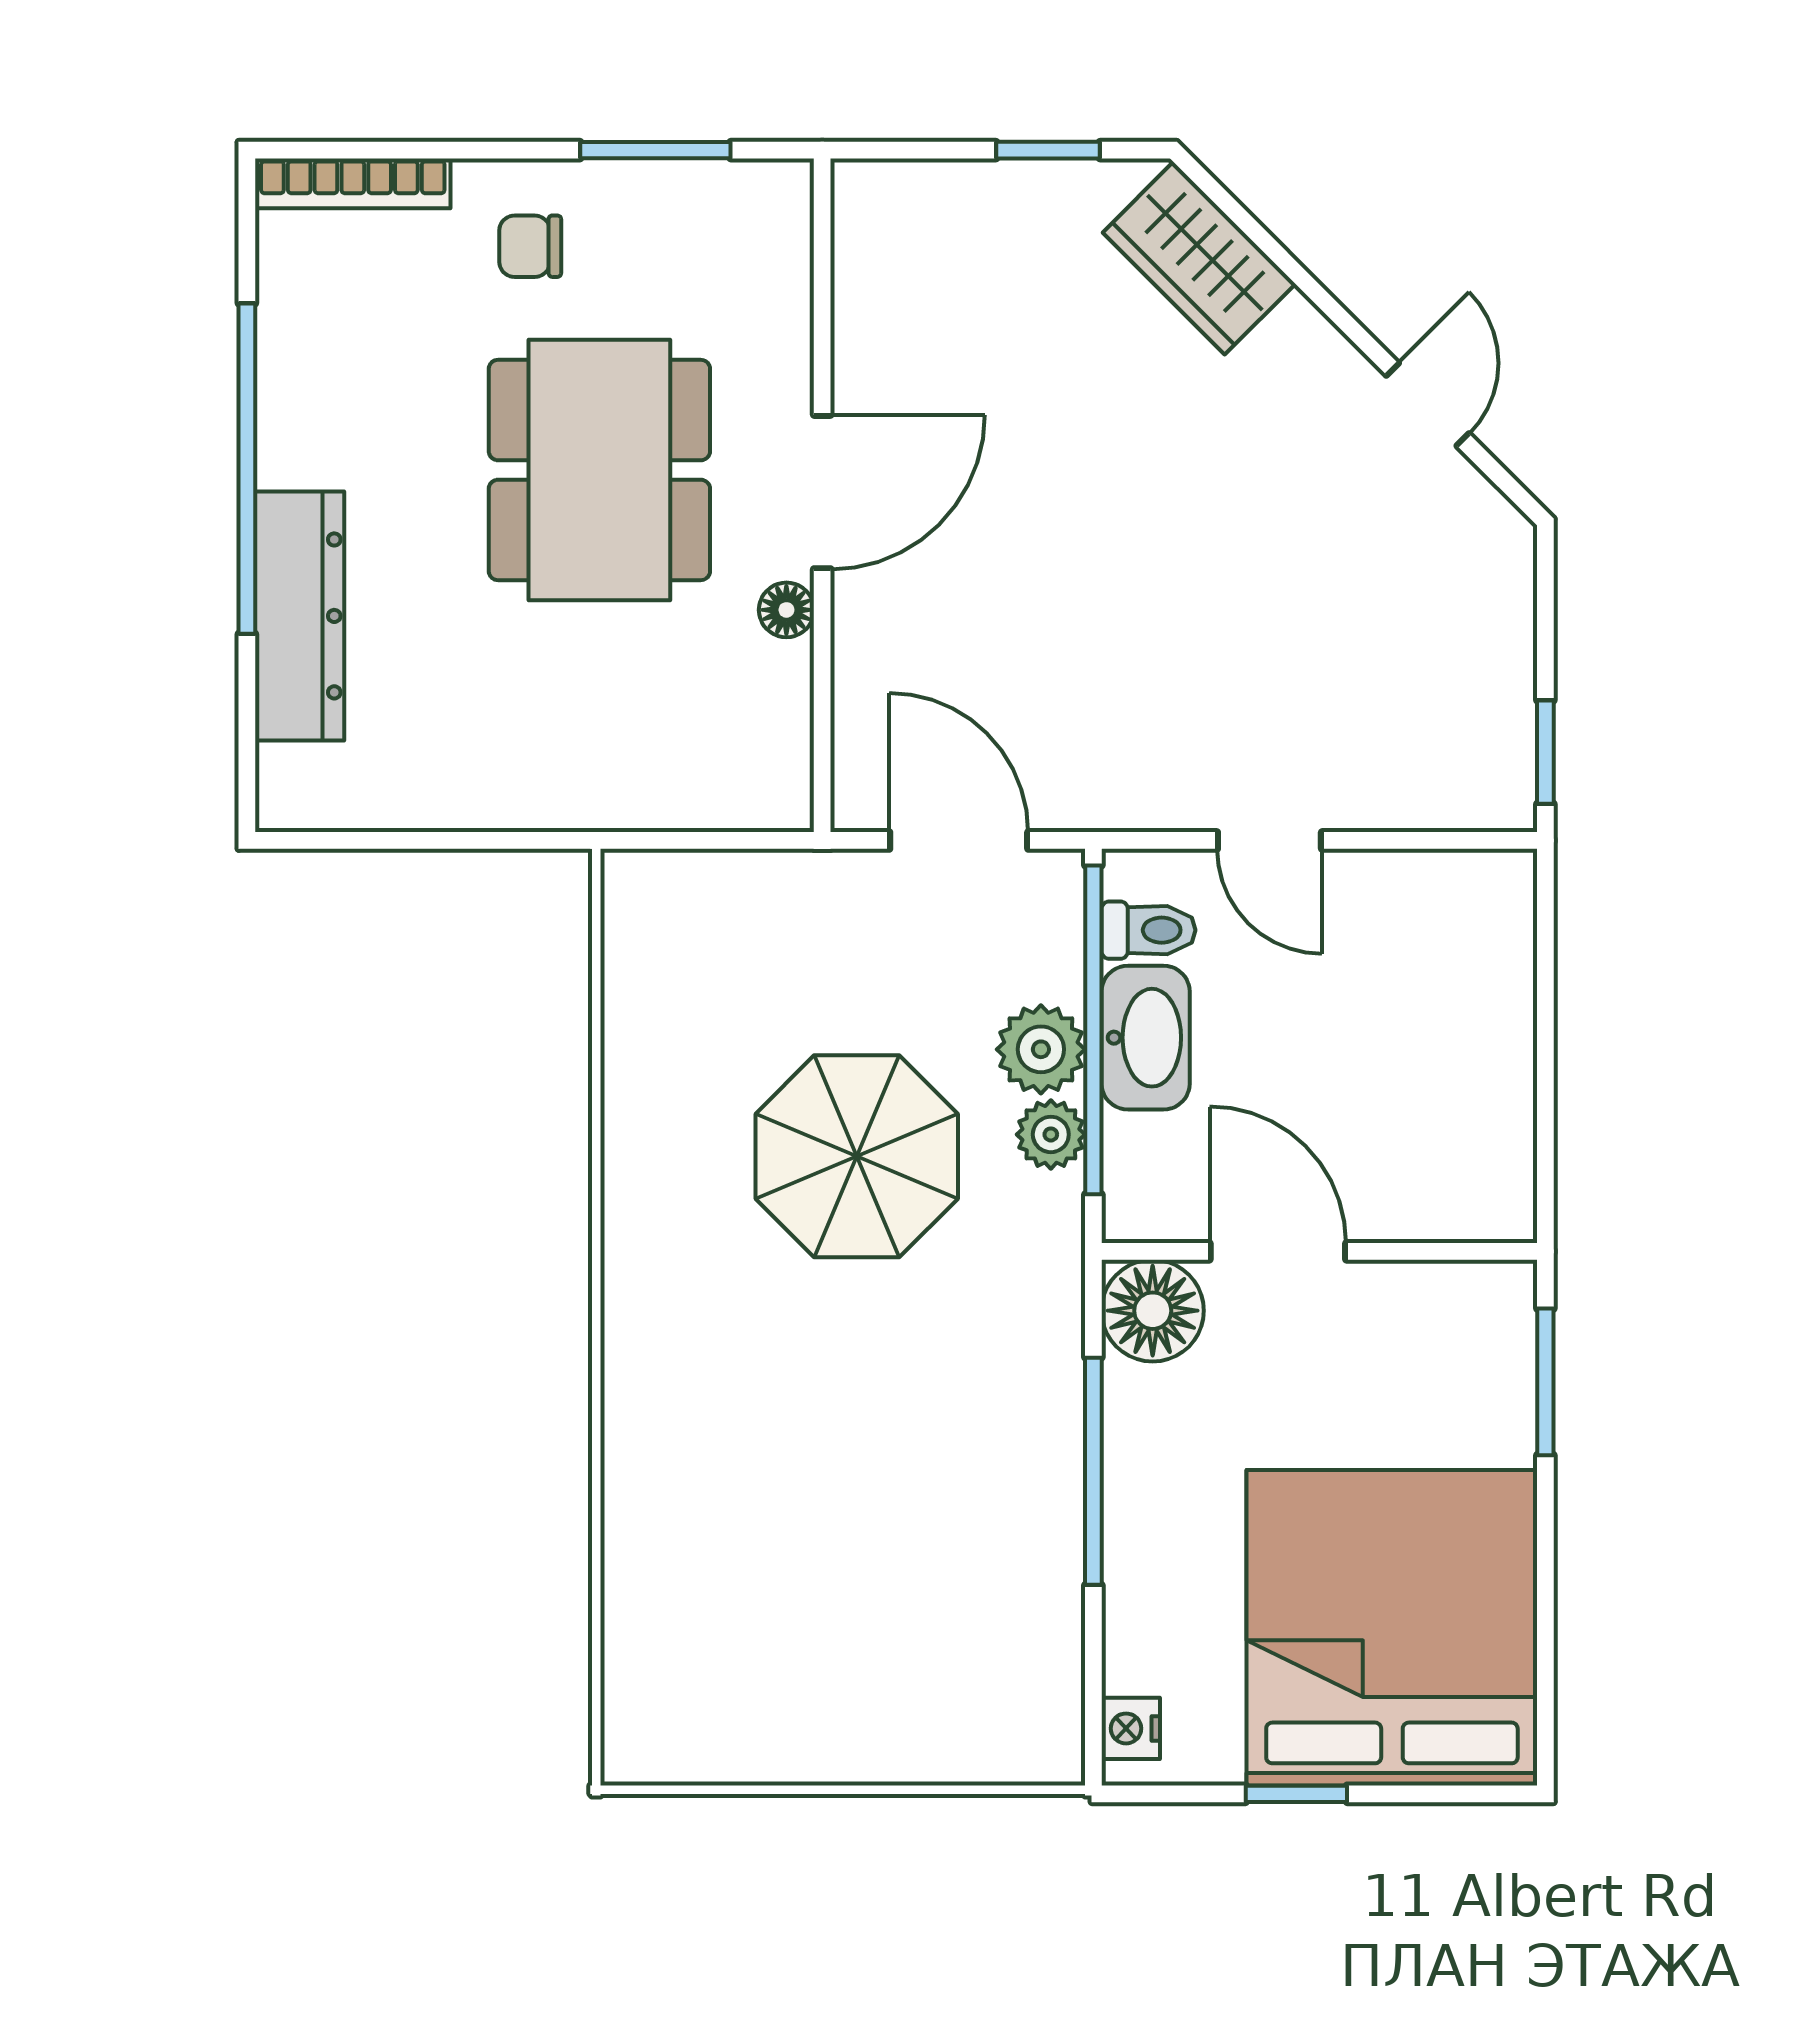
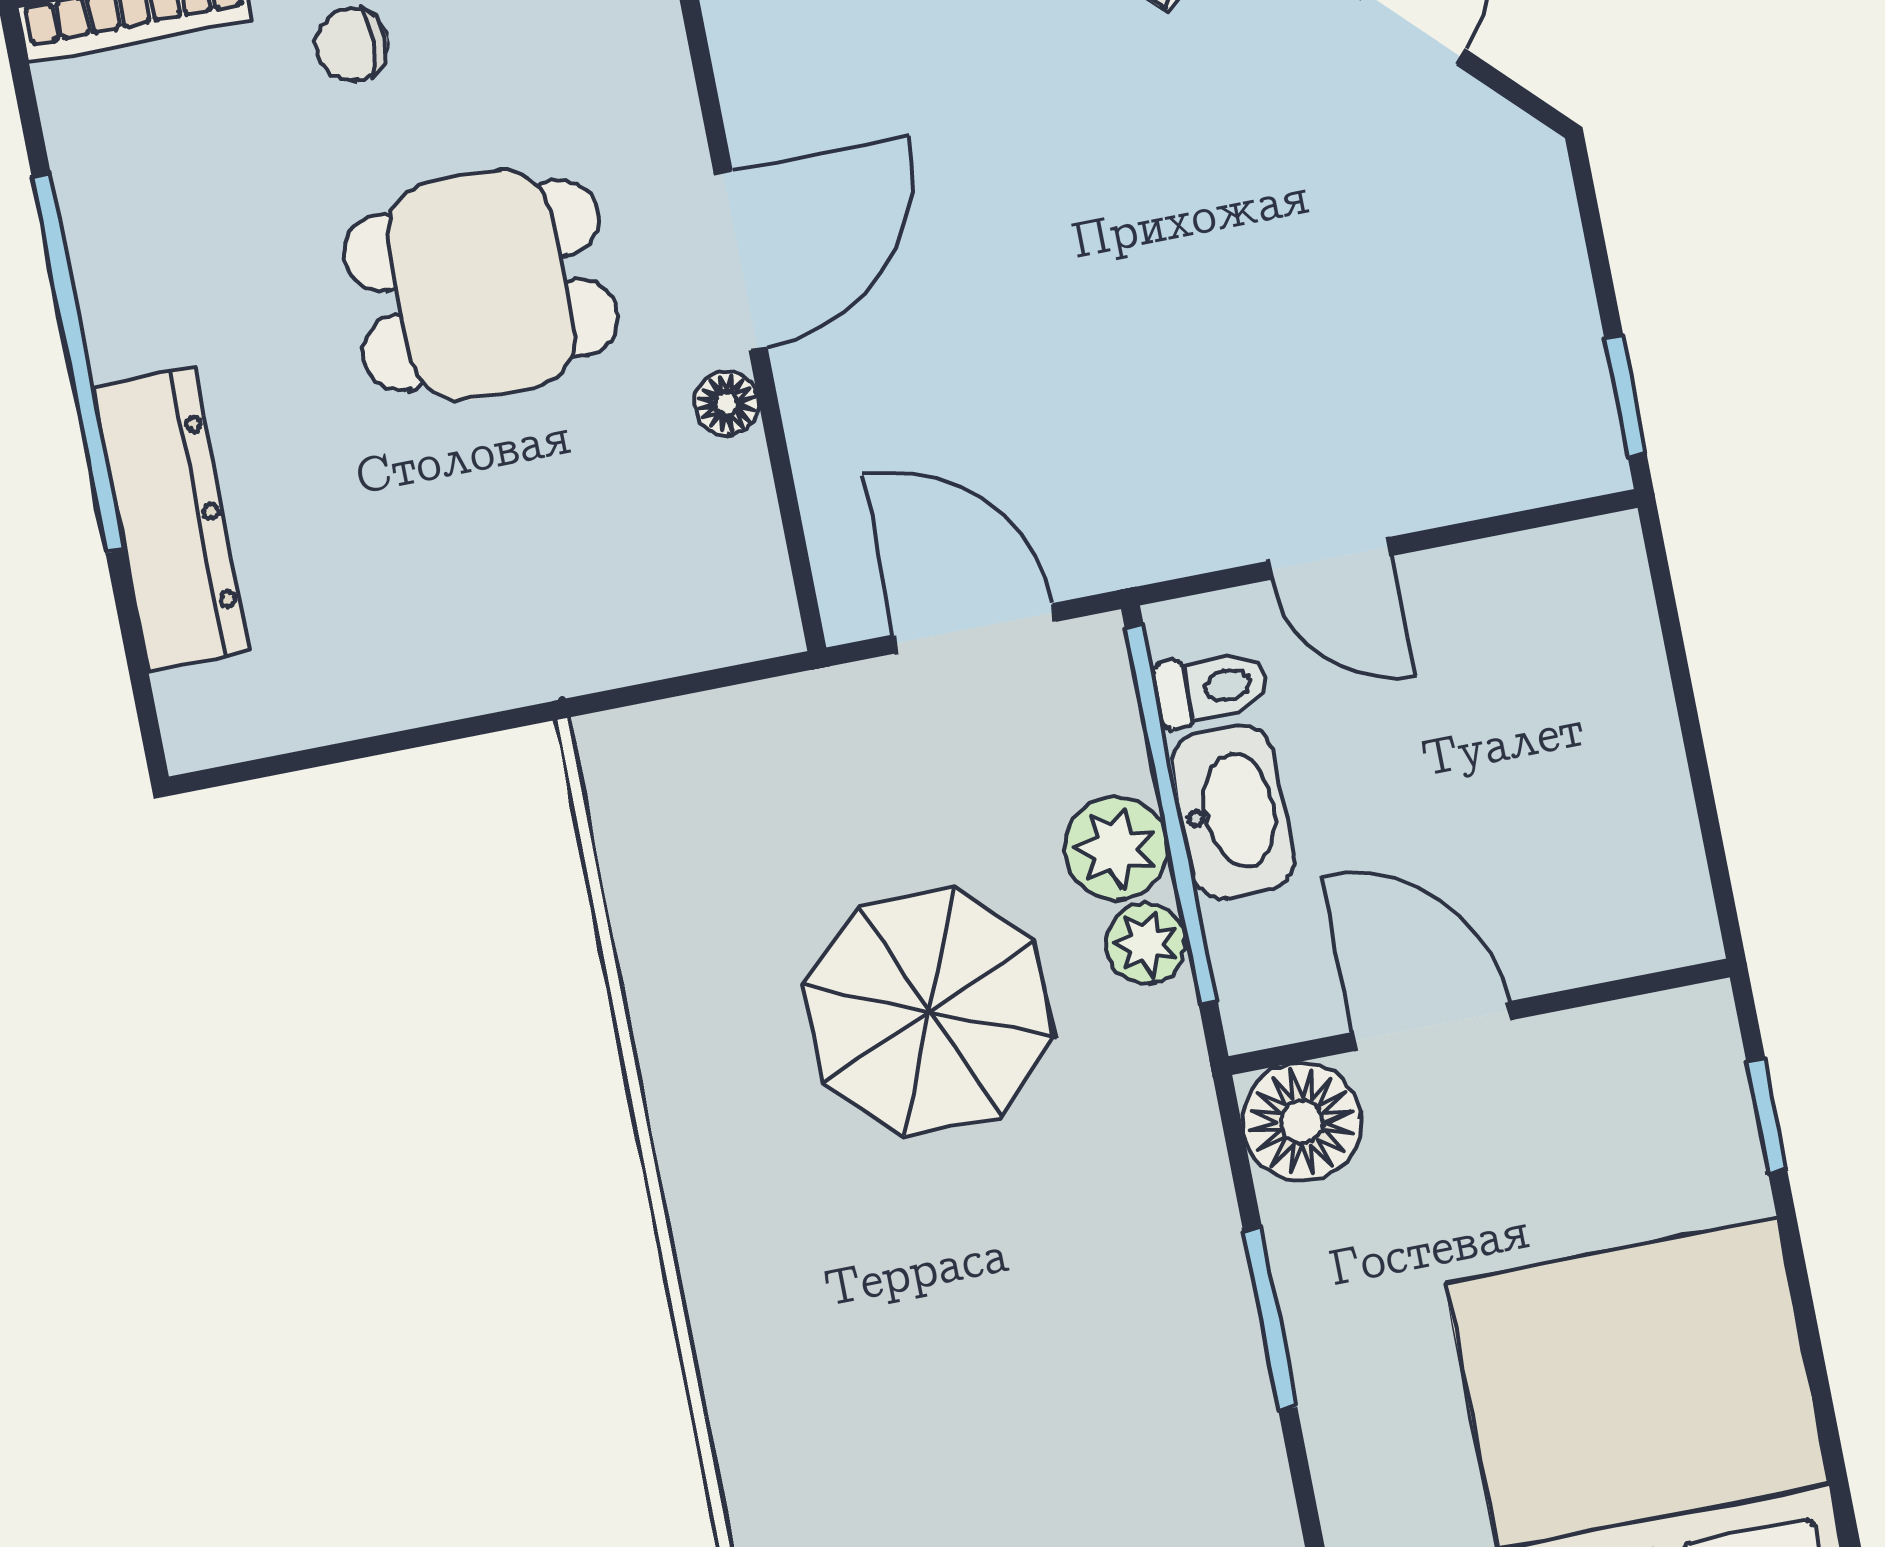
dining table: (599, 470) -> (481, 285), width x0.73
window: (1545, 1382) -> (1767, 1115), width x0.67
window: (1093, 1471) -> (1270, 1319), width x0.69

